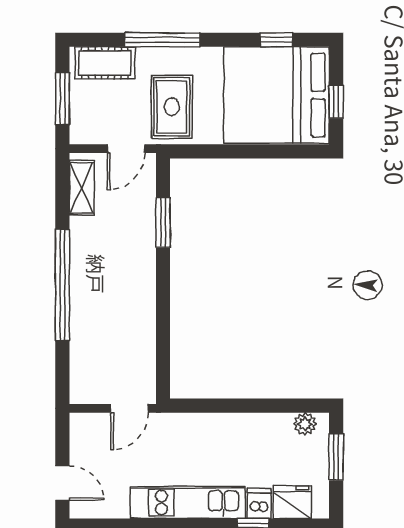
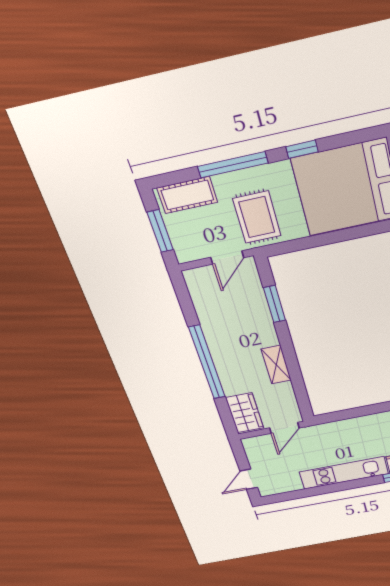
window: (276, 40) -> (302, 149), moved
shelving: (82, 188) -> (276, 365), moved
wardrobe: (87, 372) -> (245, 413), added
door: (62, 483) -> (249, 479), swing flipped

